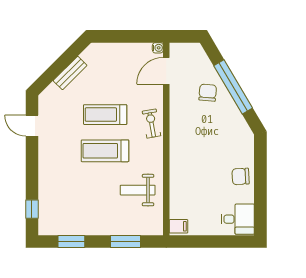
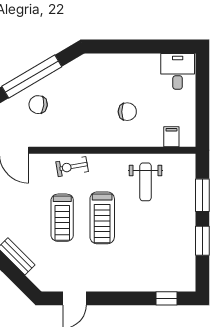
chair: (241, 176) -> (127, 112), moved, turned -87
filing cabinet: (178, 226) -> (171, 137), moved
window: (71, 242) -> (202, 241), moved

